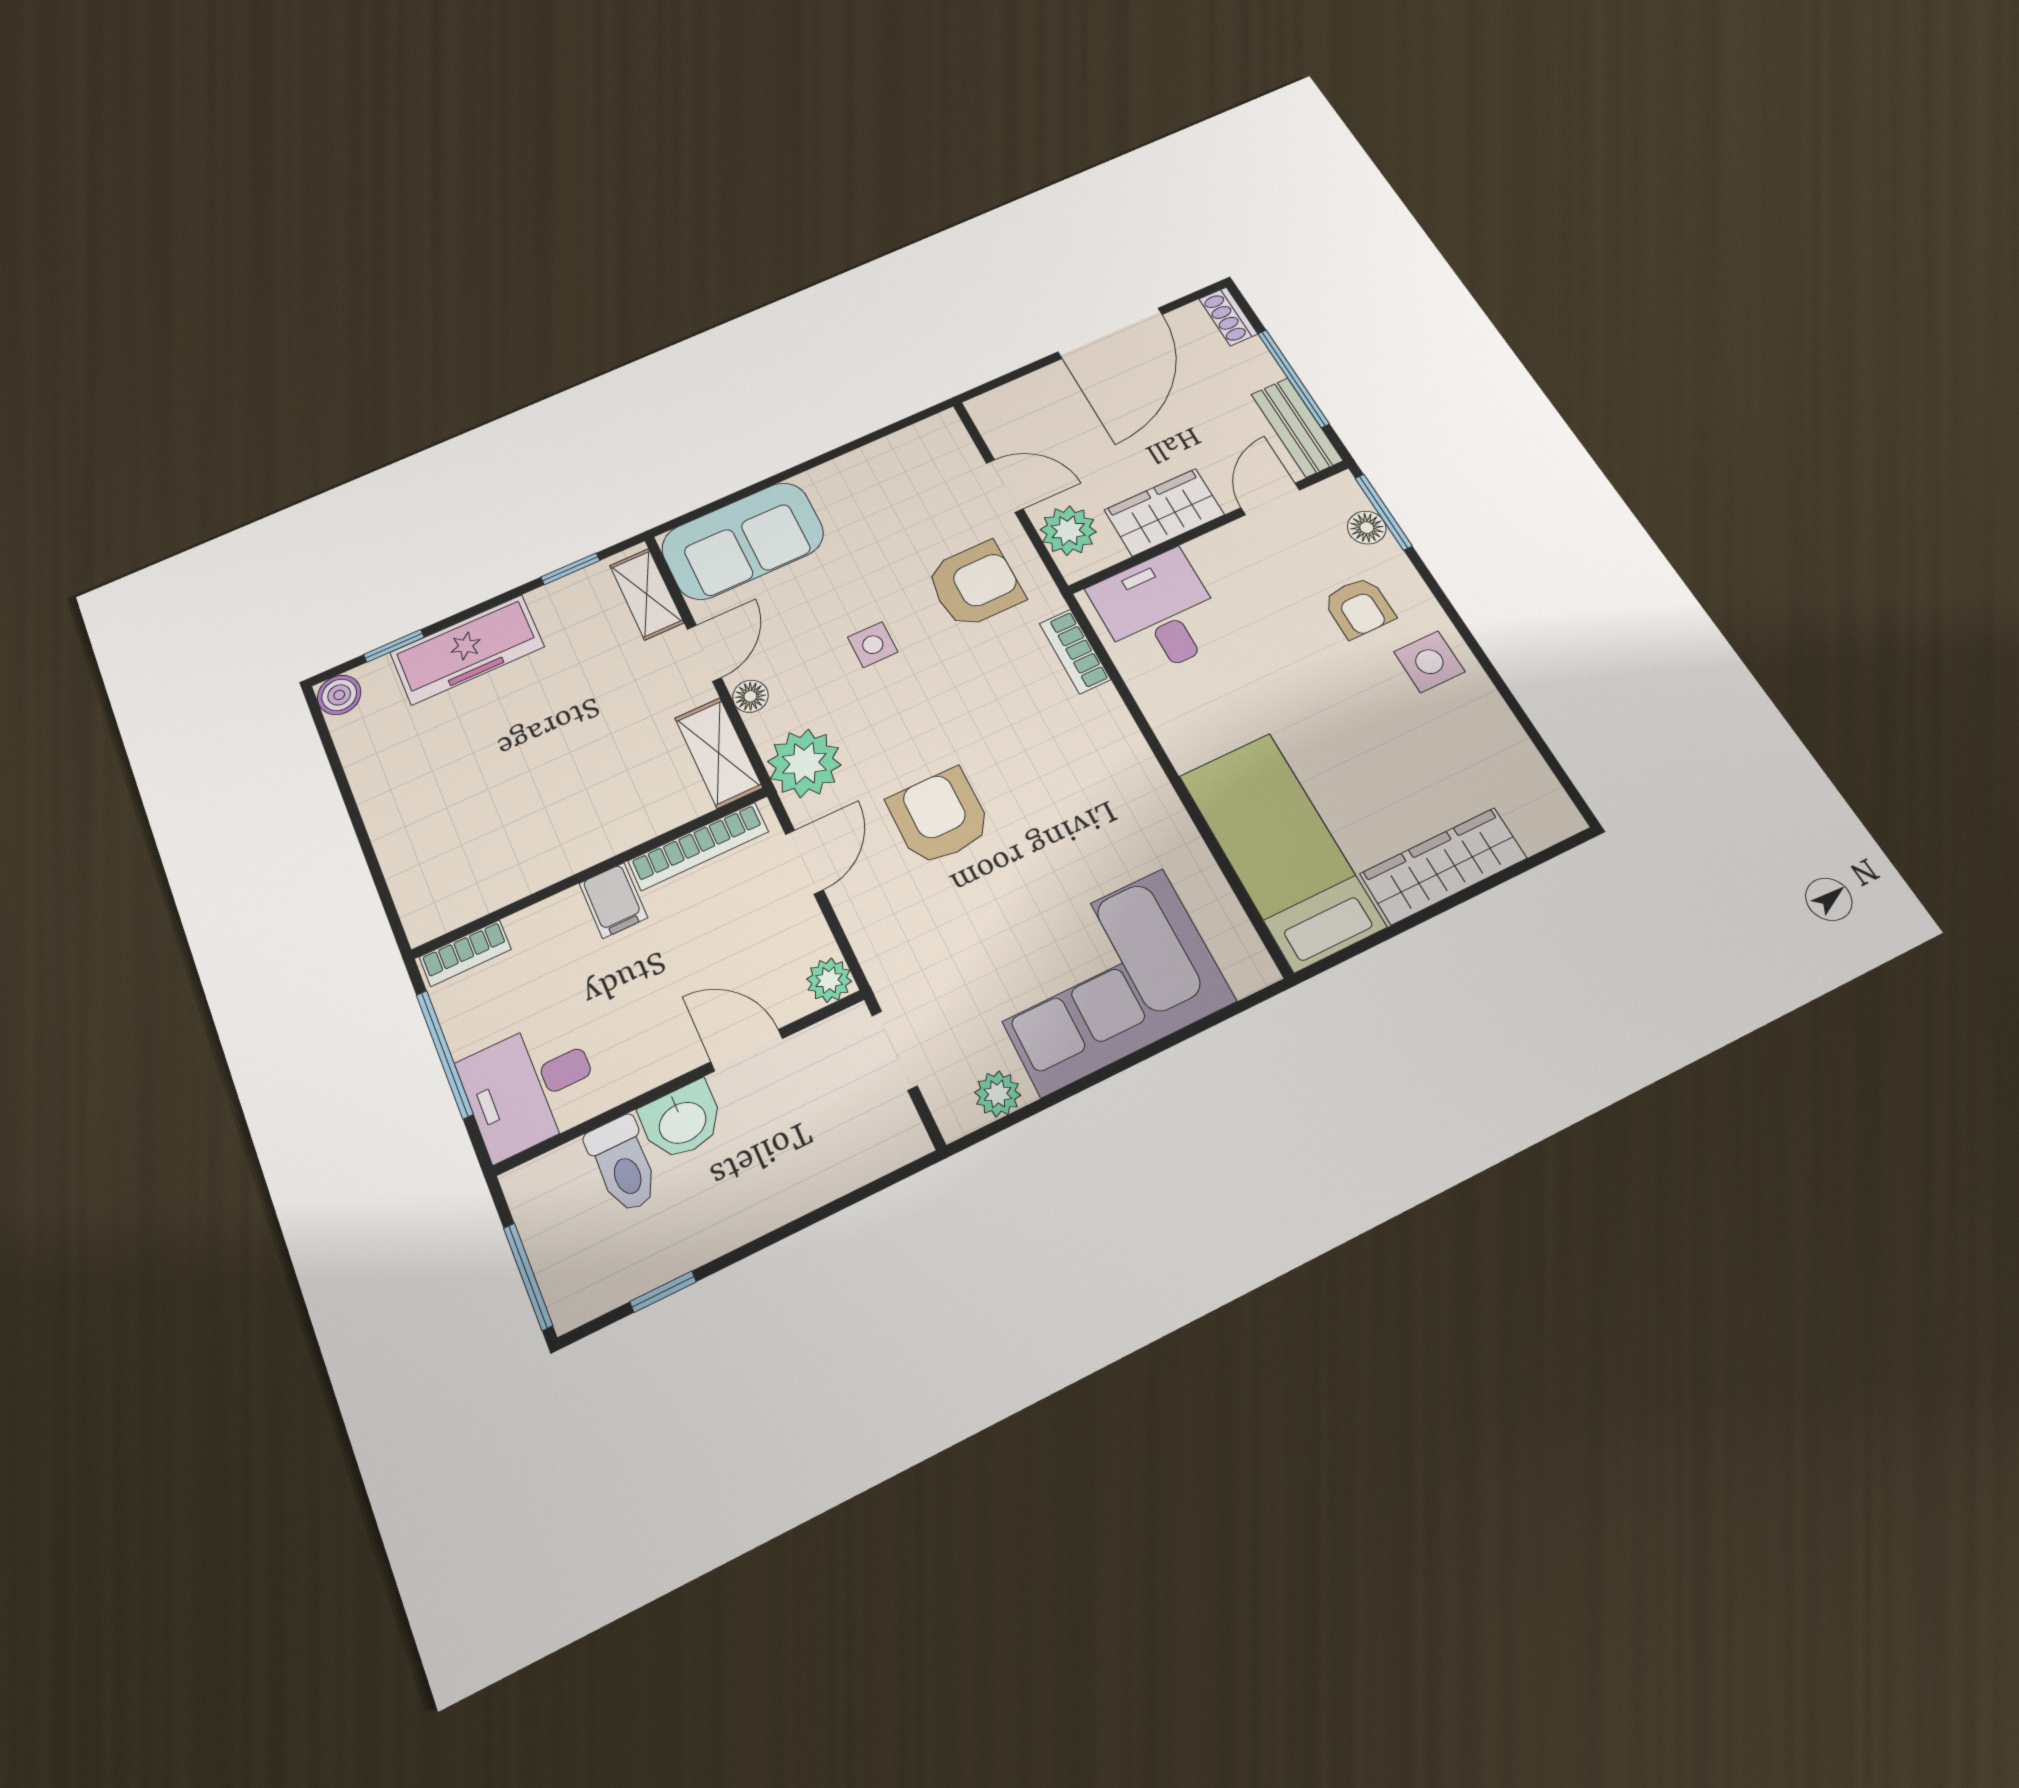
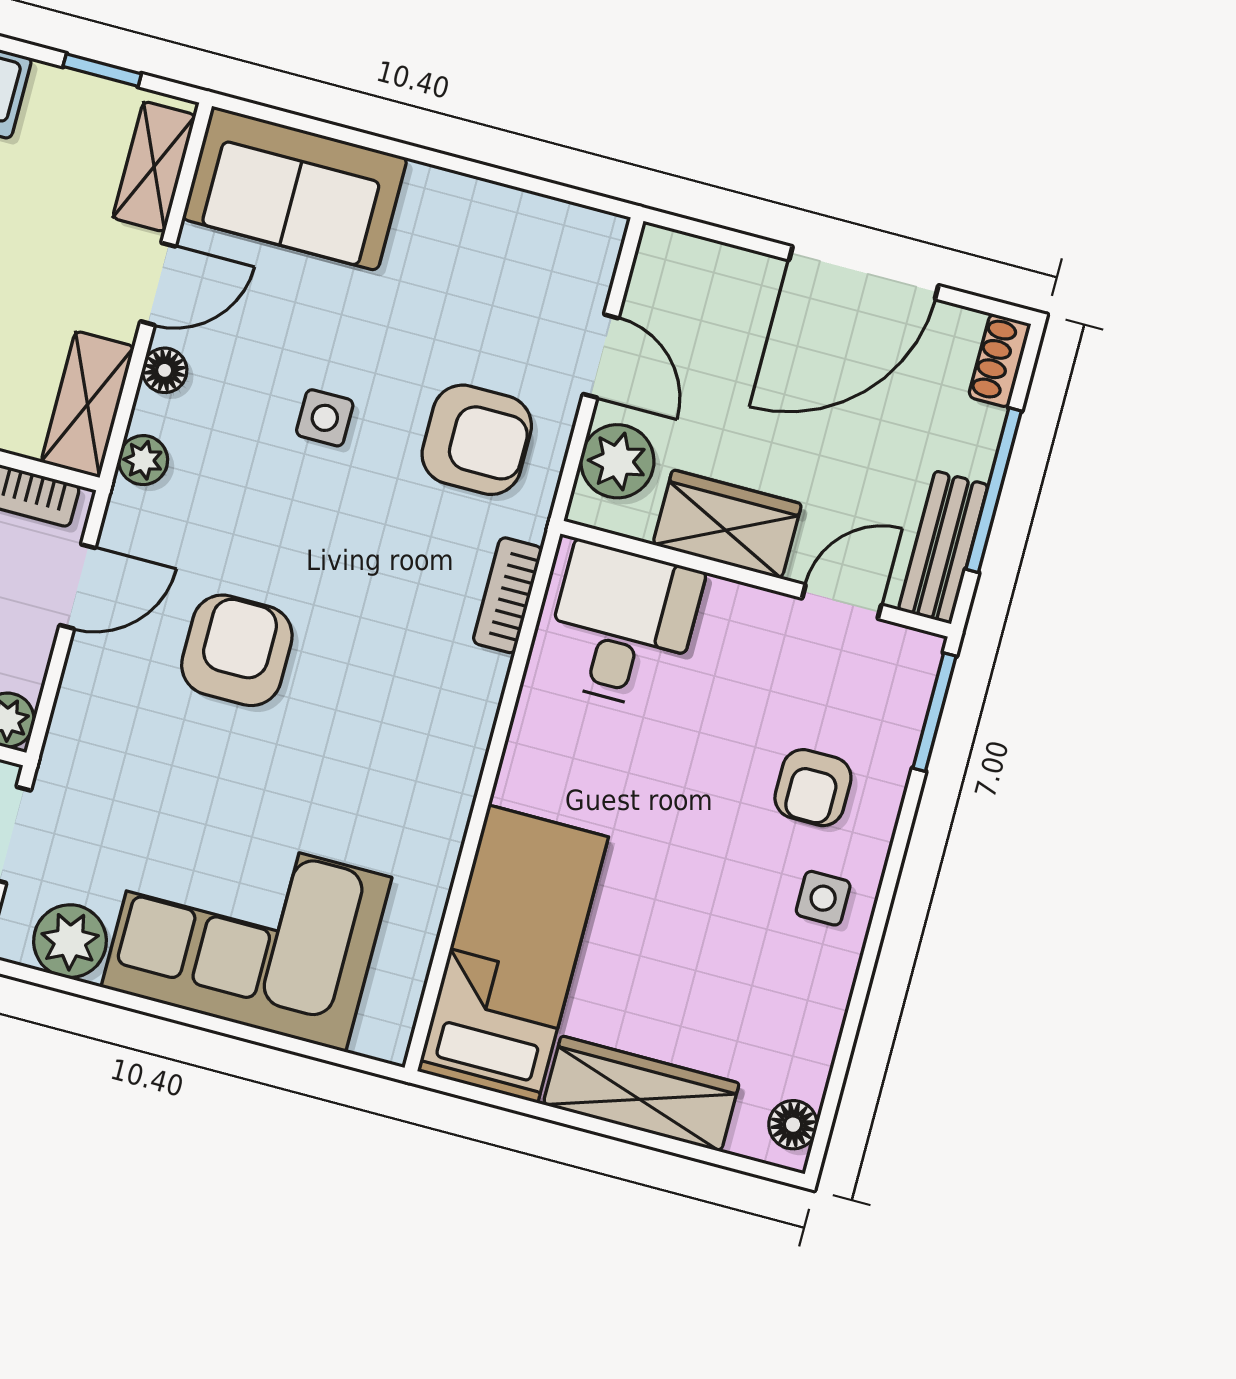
floor lamp: (1367, 528) -> (793, 1125), moved
side table: (1429, 662) -> (823, 898), width x0.73, depth x0.73
plant: (804, 763) -> (143, 460), width x0.53, depth x0.53
plant: (998, 1094) -> (70, 941), width x1.38, depth x1.38

